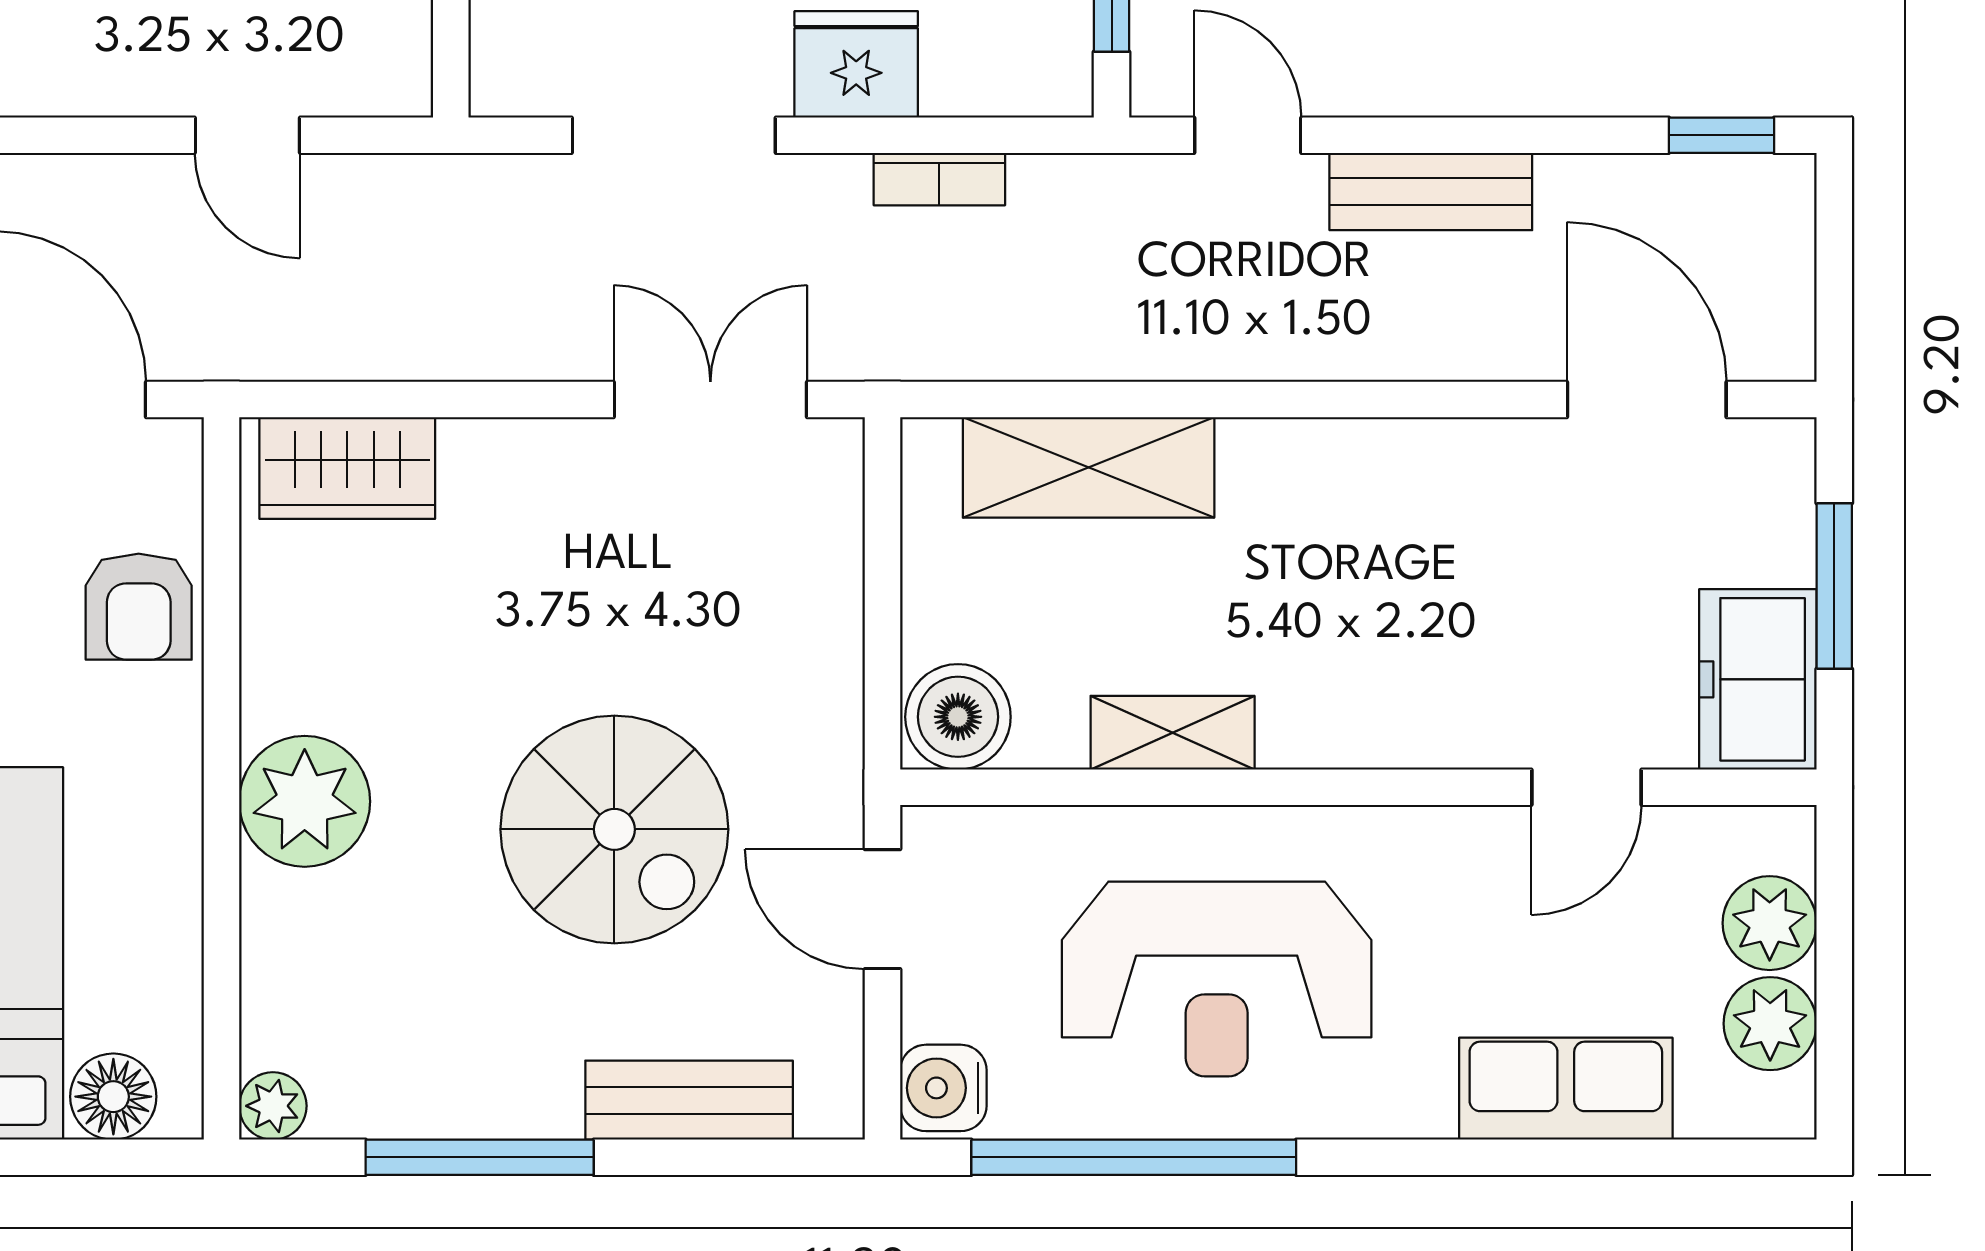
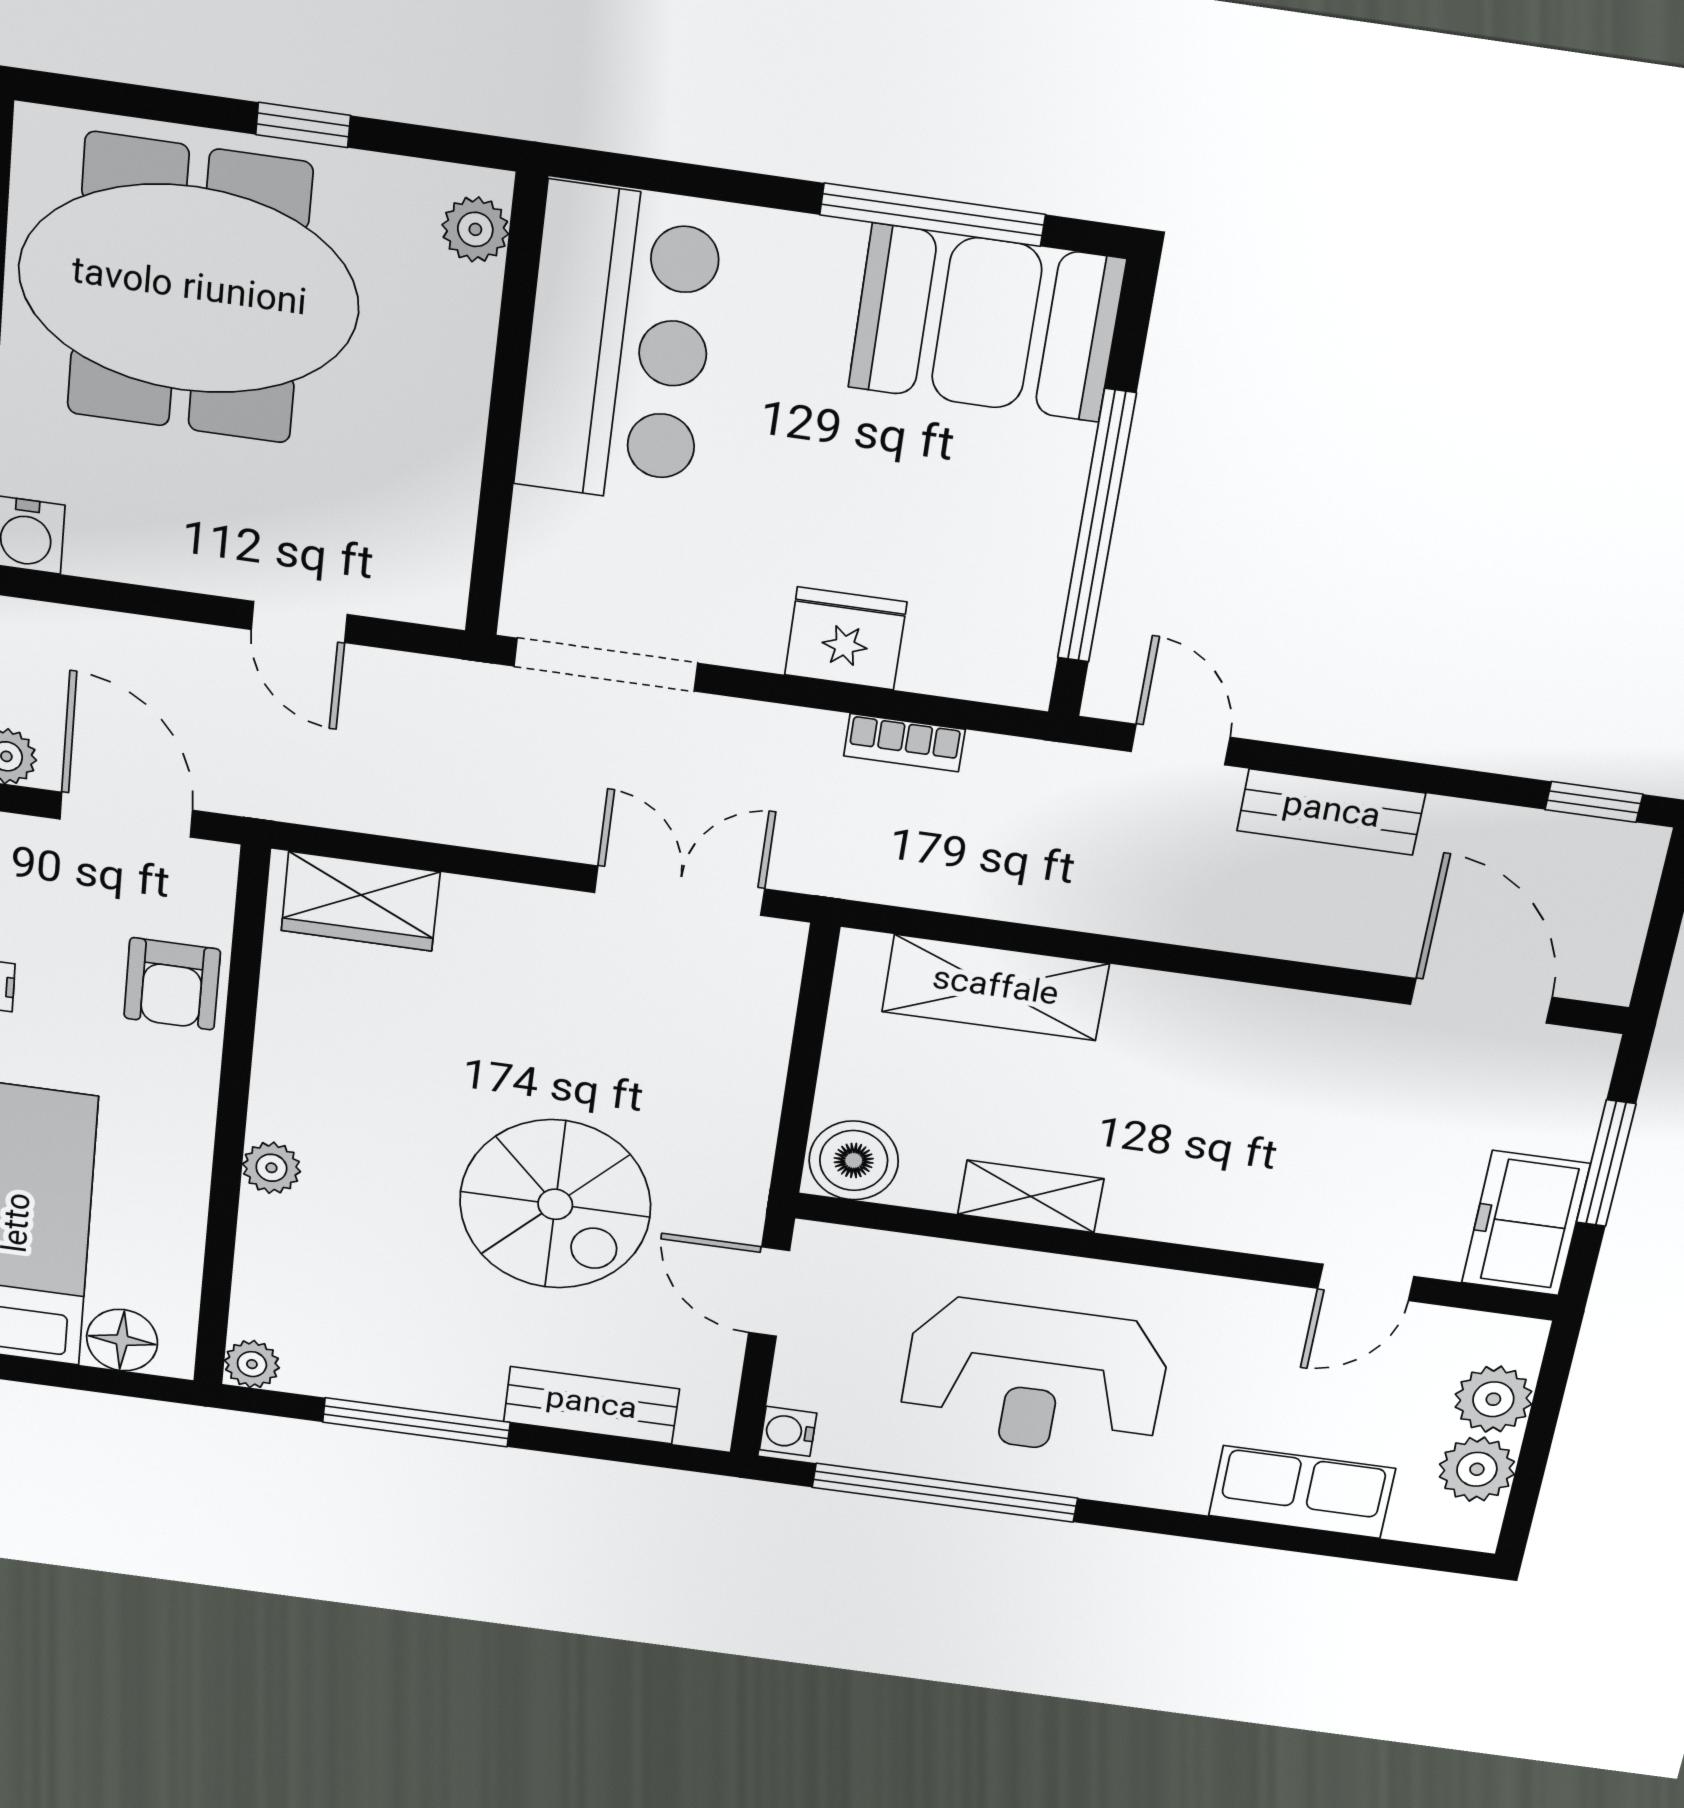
doorway: (674, 135) -> (606, 665), moved
plant: (305, 801) -> (271, 1168), width x0.53, depth x0.53
water cooler: (943, 1088) -> (788, 1431), width x0.72, depth x0.72

